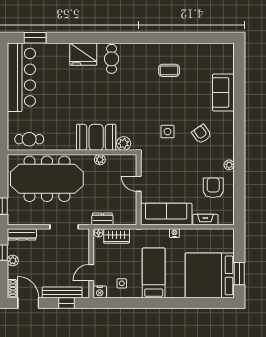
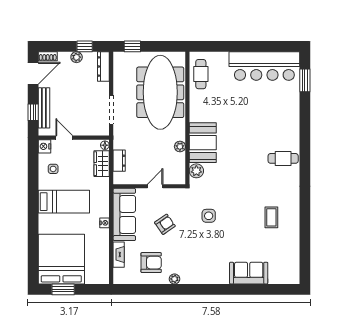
fridge: (83, 54) -> (288, 130), removed
armchair: (202, 134) -> (165, 224), moved
dresser: (102, 219) -> (119, 161), moved

